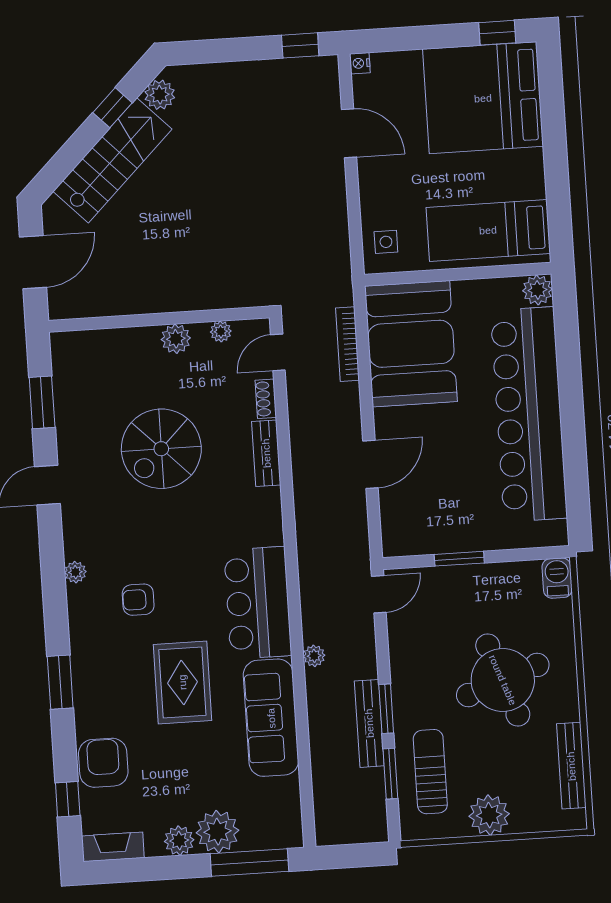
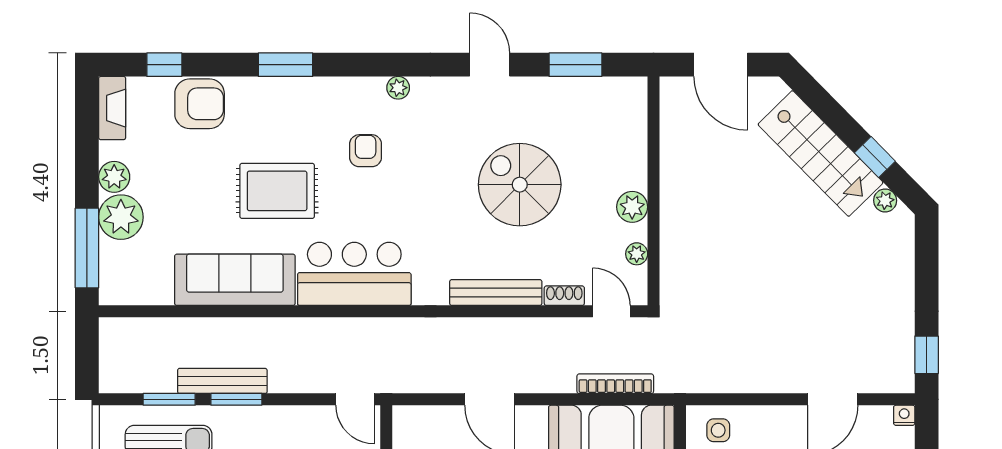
plant: (160, 95) -> (885, 201), width x0.73, depth x0.73
bench: (266, 453) -> (496, 293), width x1.36
plant: (314, 656) -> (296, 329), removed

